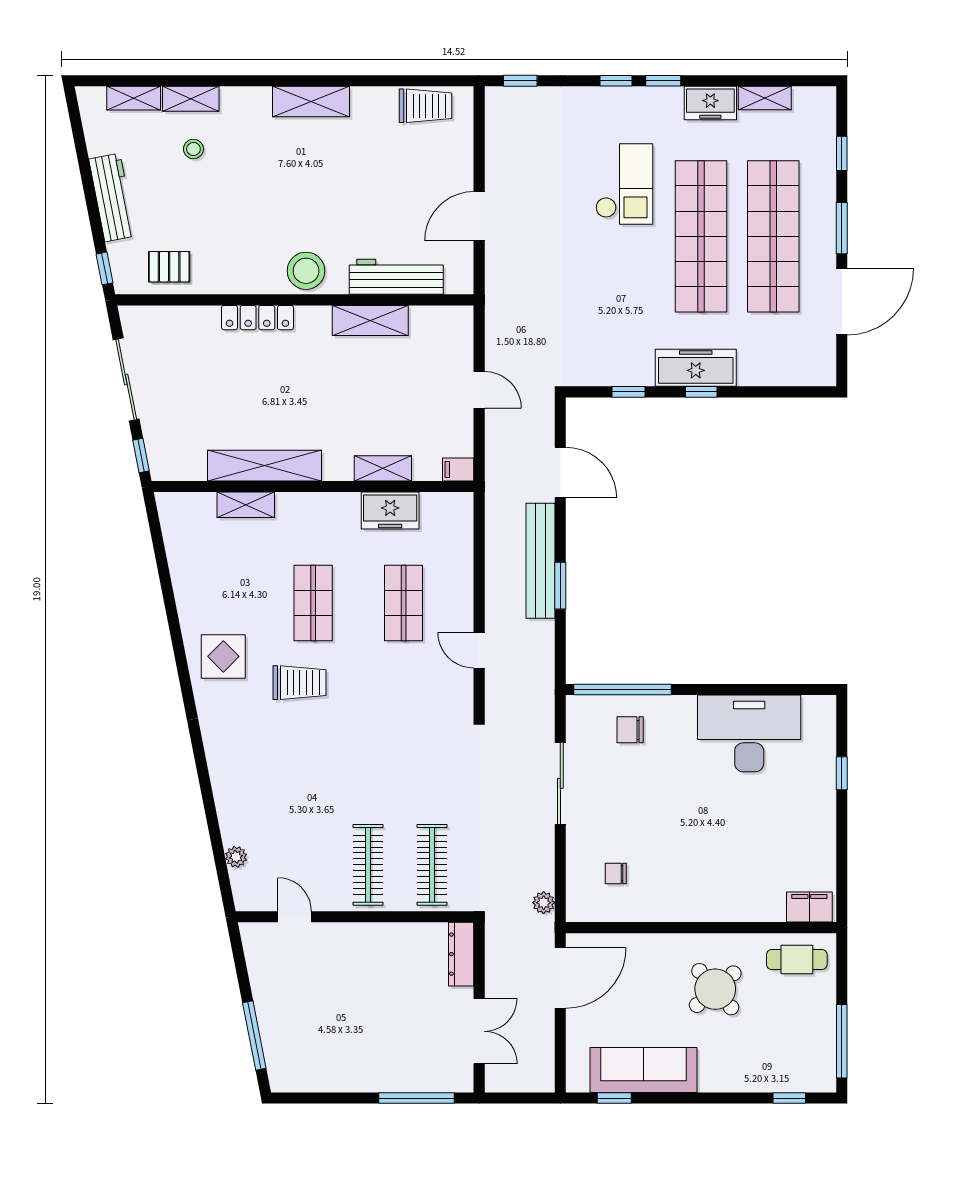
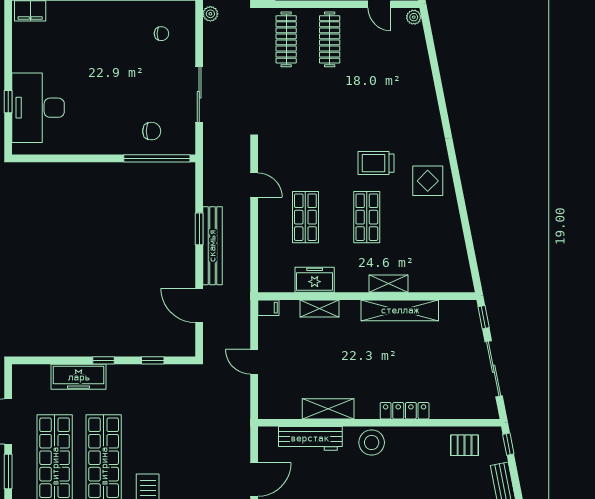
freezer: (696, 368) -> (79, 377), moved
shelving: (246, 505) -> (388, 284), moved
desk: (749, 733) -> (38, 108), moved, turned 90
plant: (236, 857) -> (414, 17), moved

